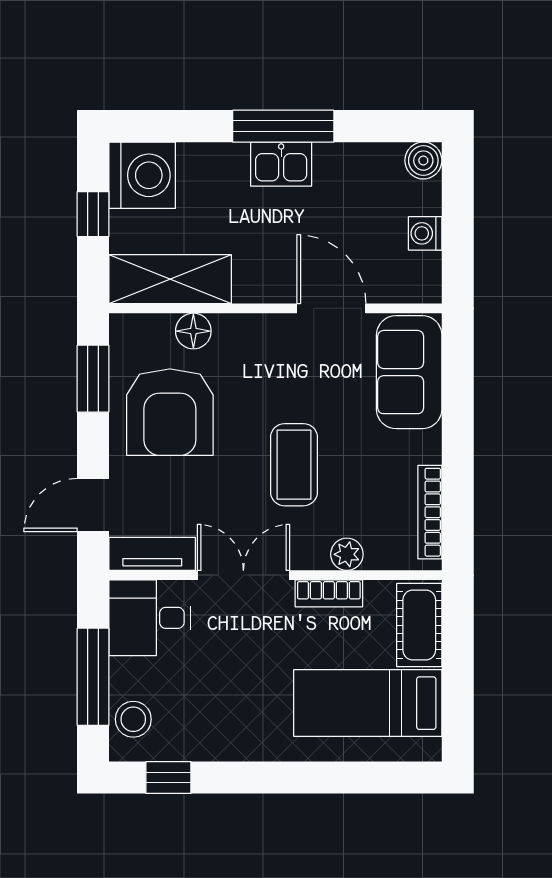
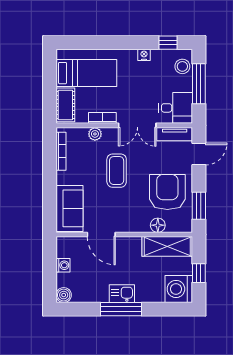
nightstand: (227, 747) -> (144, 55), added

